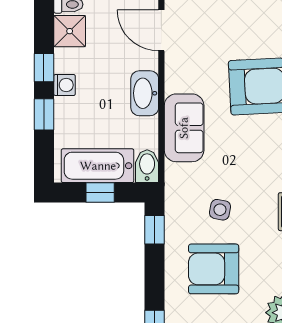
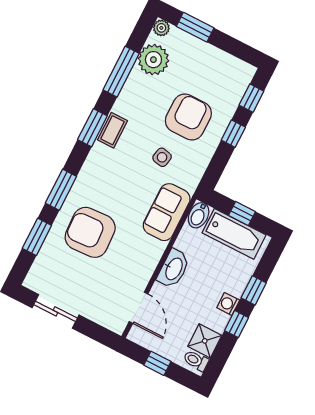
sofa: (184, 128) -> (167, 212), moved
window: (155, 230) -> (233, 134), moved
armchair: (214, 269) -> (188, 117), turned -90

